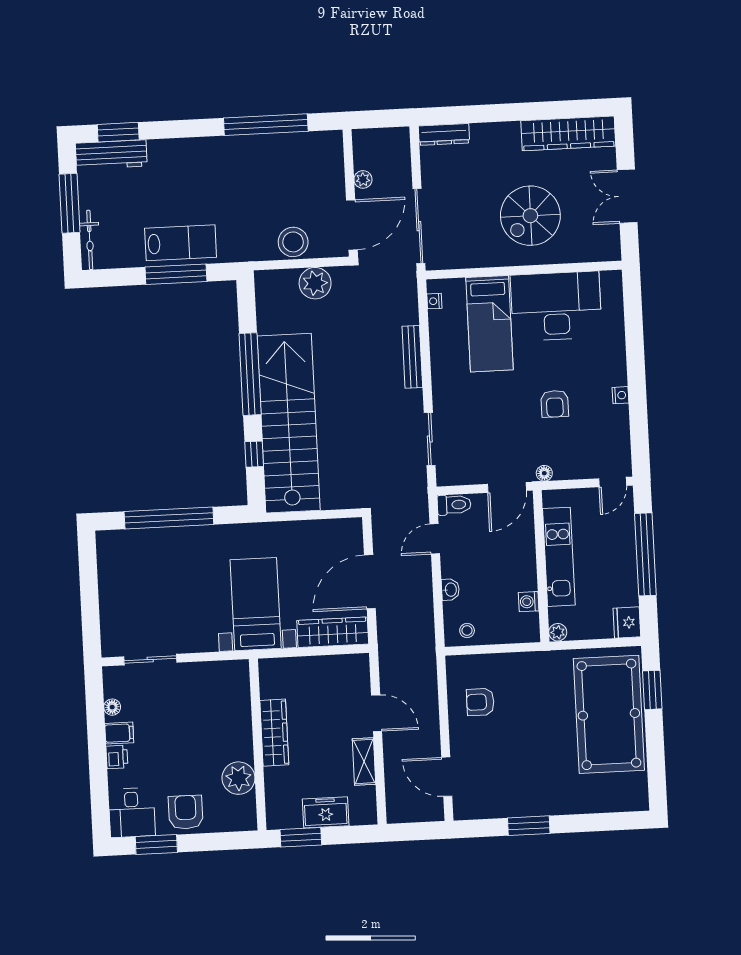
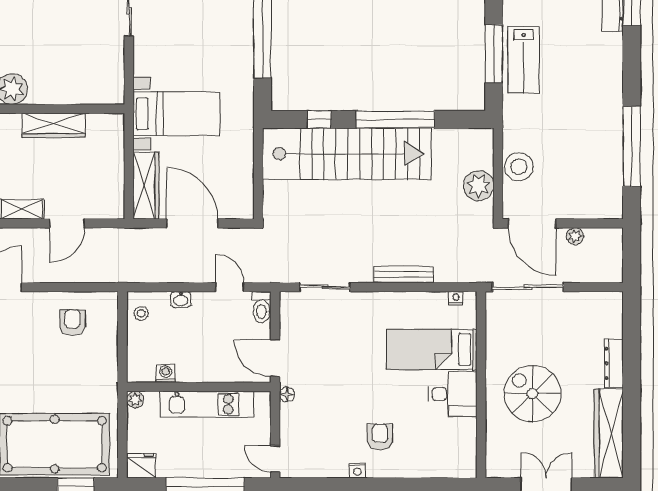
dresser: (444, 134) -> (614, 363), moved
desk: (556, 306) -> (453, 394), width x0.53, depth x0.77
armchair: (555, 404) -> (380, 437), moved, turned 90

